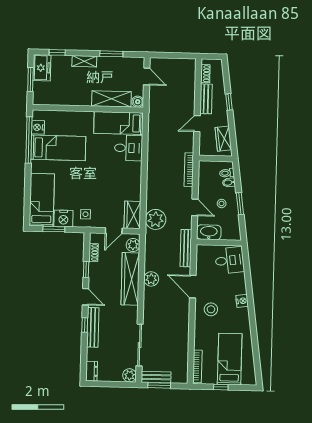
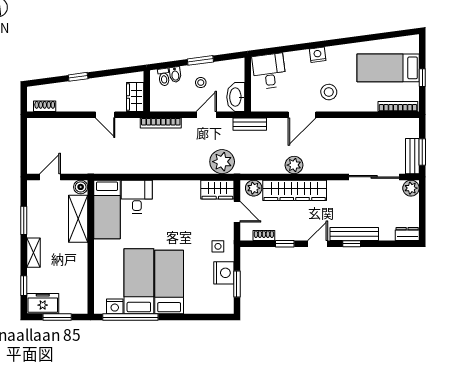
bench: (206, 99) -> (75, 105), removed
wardrobe: (223, 139) -> (135, 97), moved, turned 98
bed: (42, 200) -> (169, 282), moved, turned 90
bench: (186, 248) -> (250, 124), width x0.73

